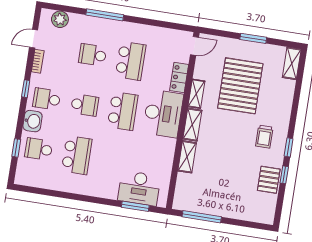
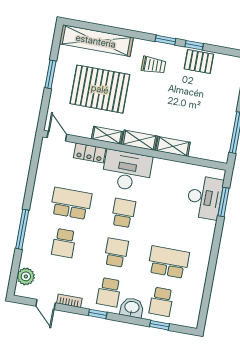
shelving: (292, 63) -> (96, 41), width x2.20, depth x1.33
school desk: (123, 111) -> (123, 213), width x0.54

